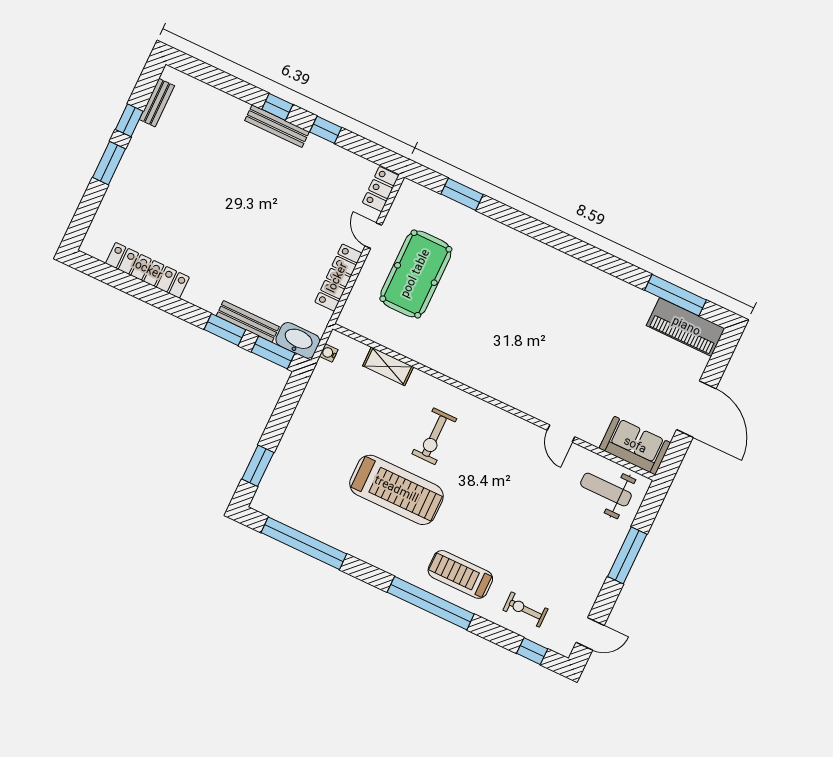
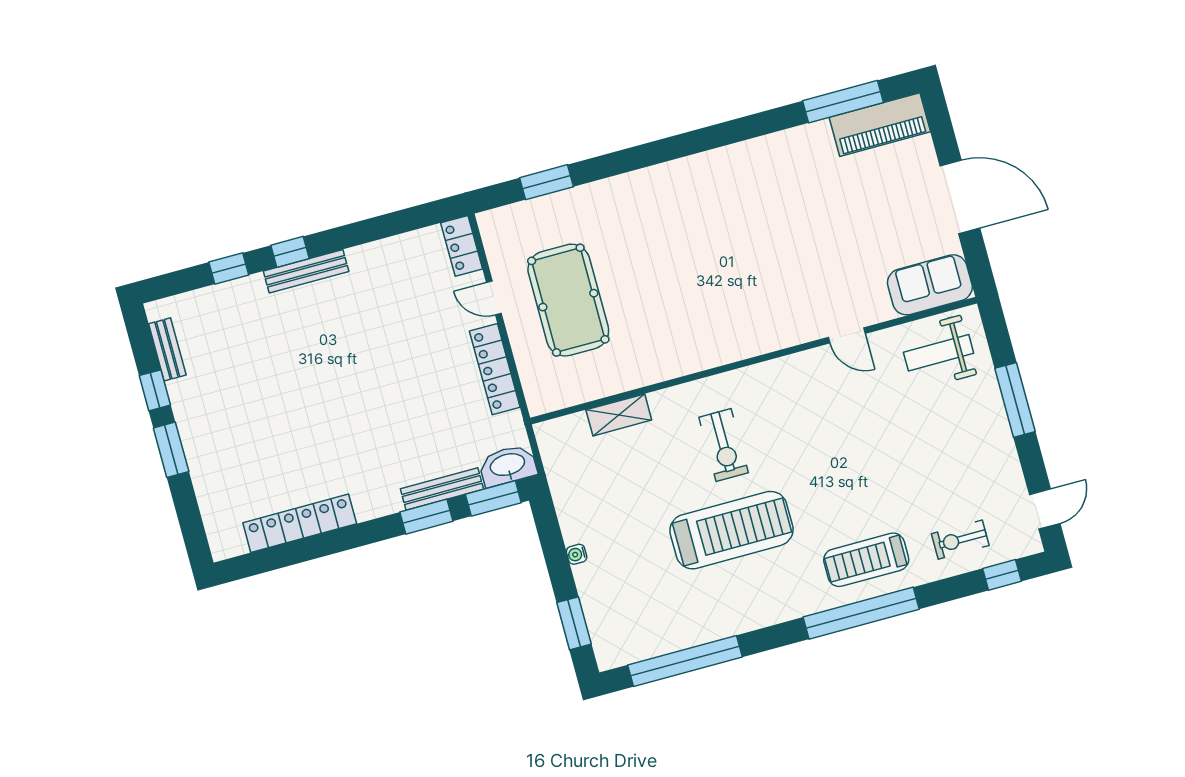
window: (326, 130) -> (229, 269), moved
water cooler: (329, 353) -> (577, 554), moved

